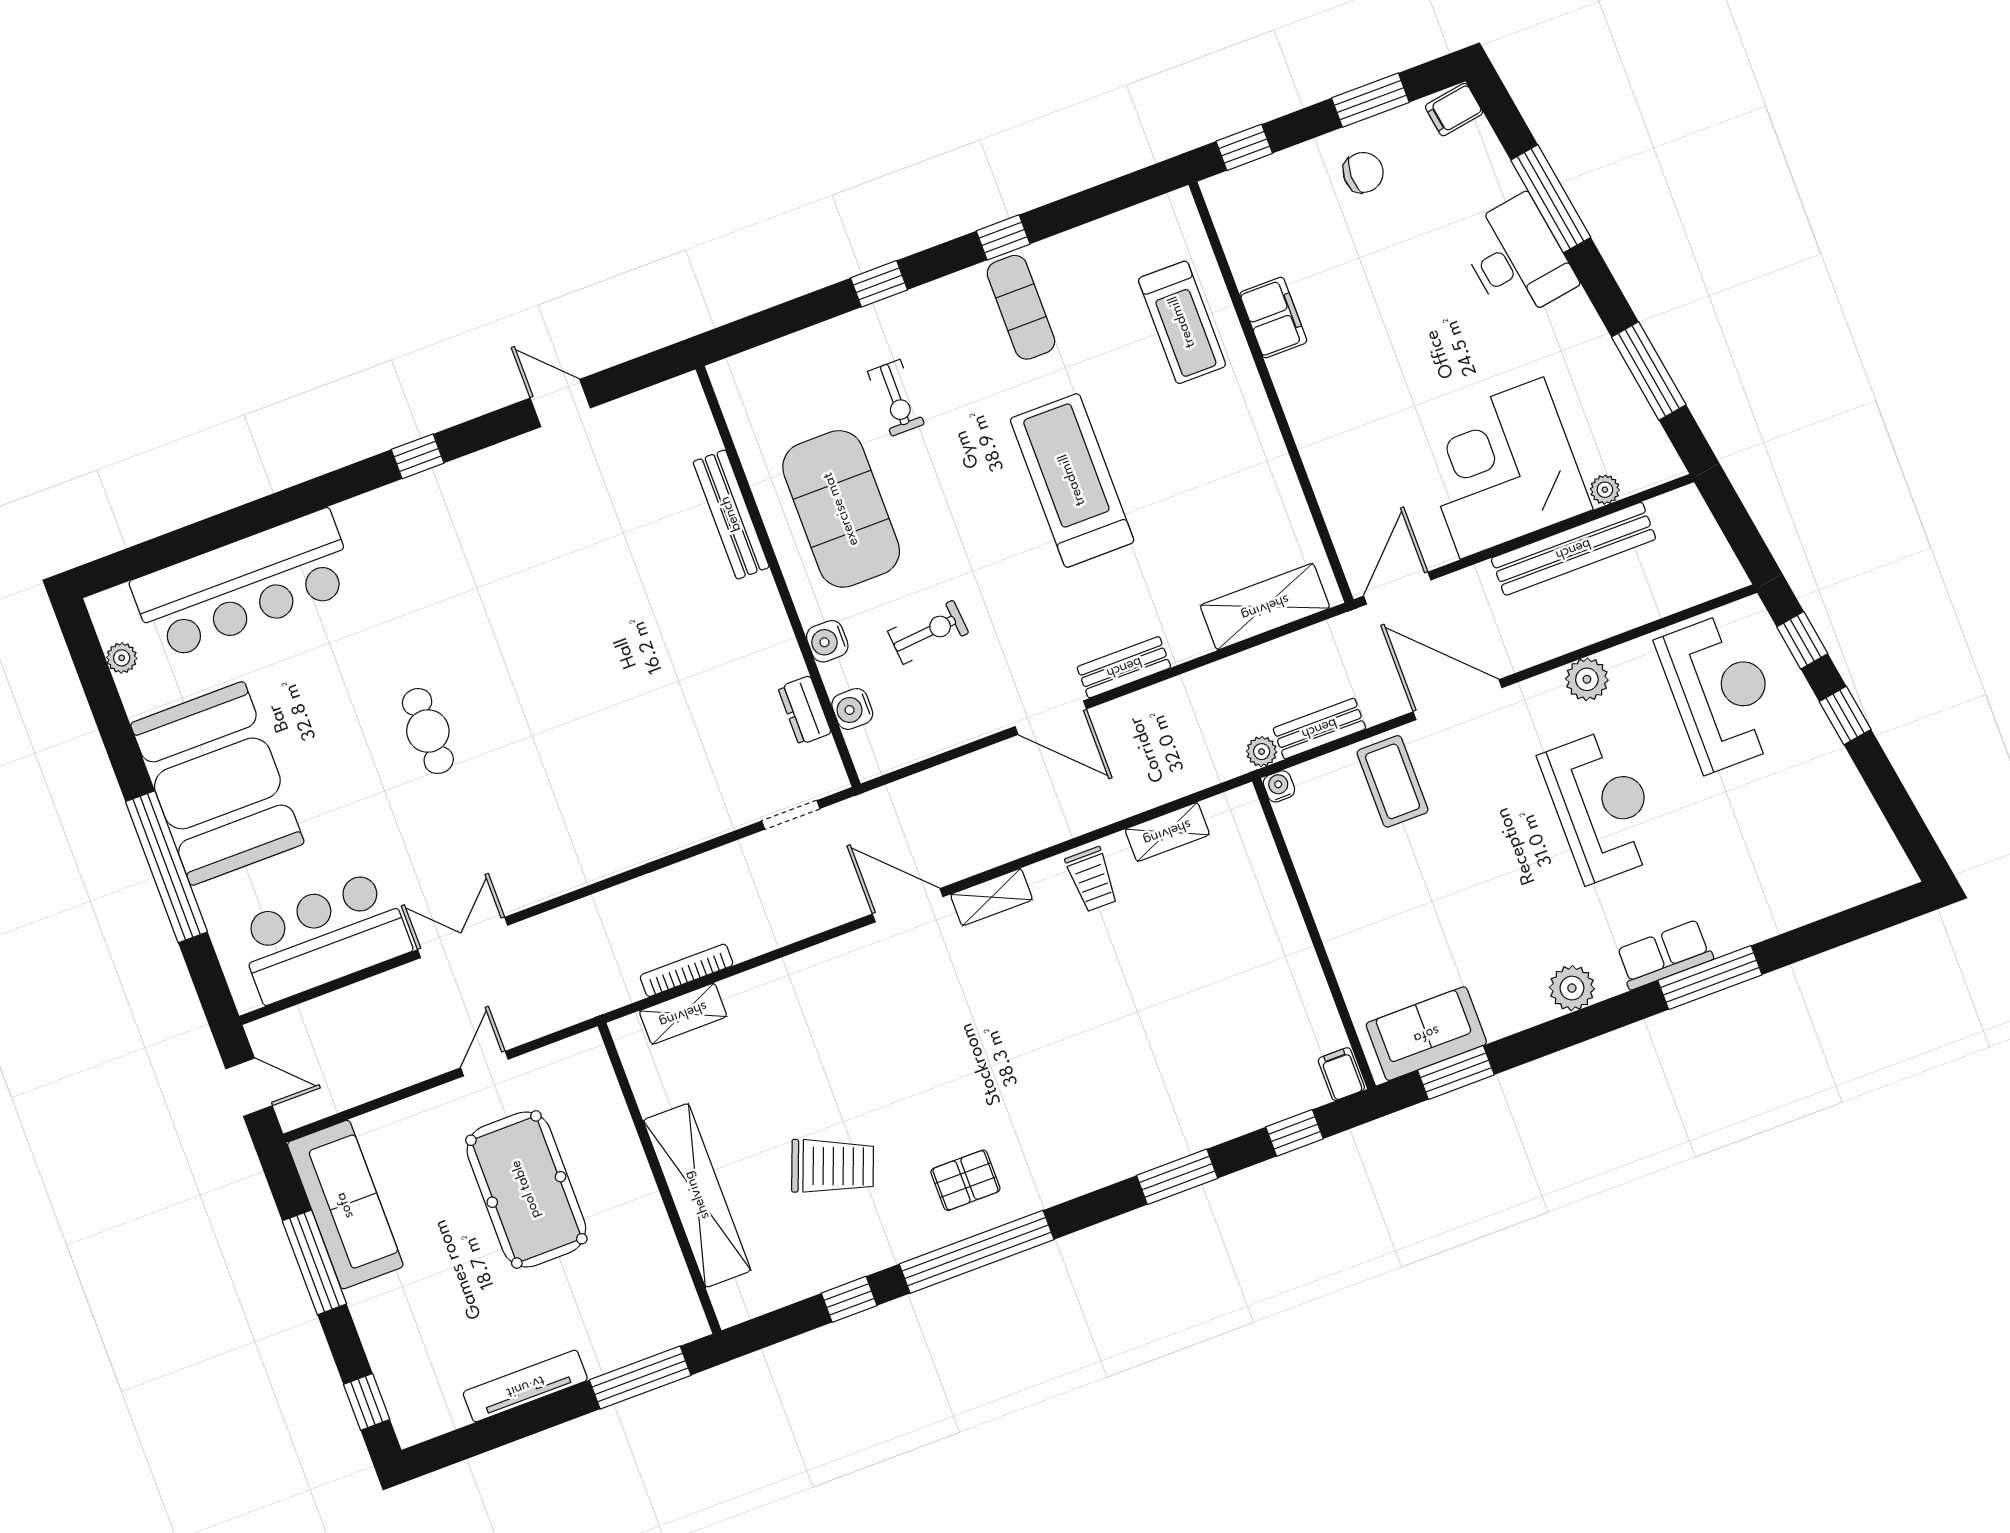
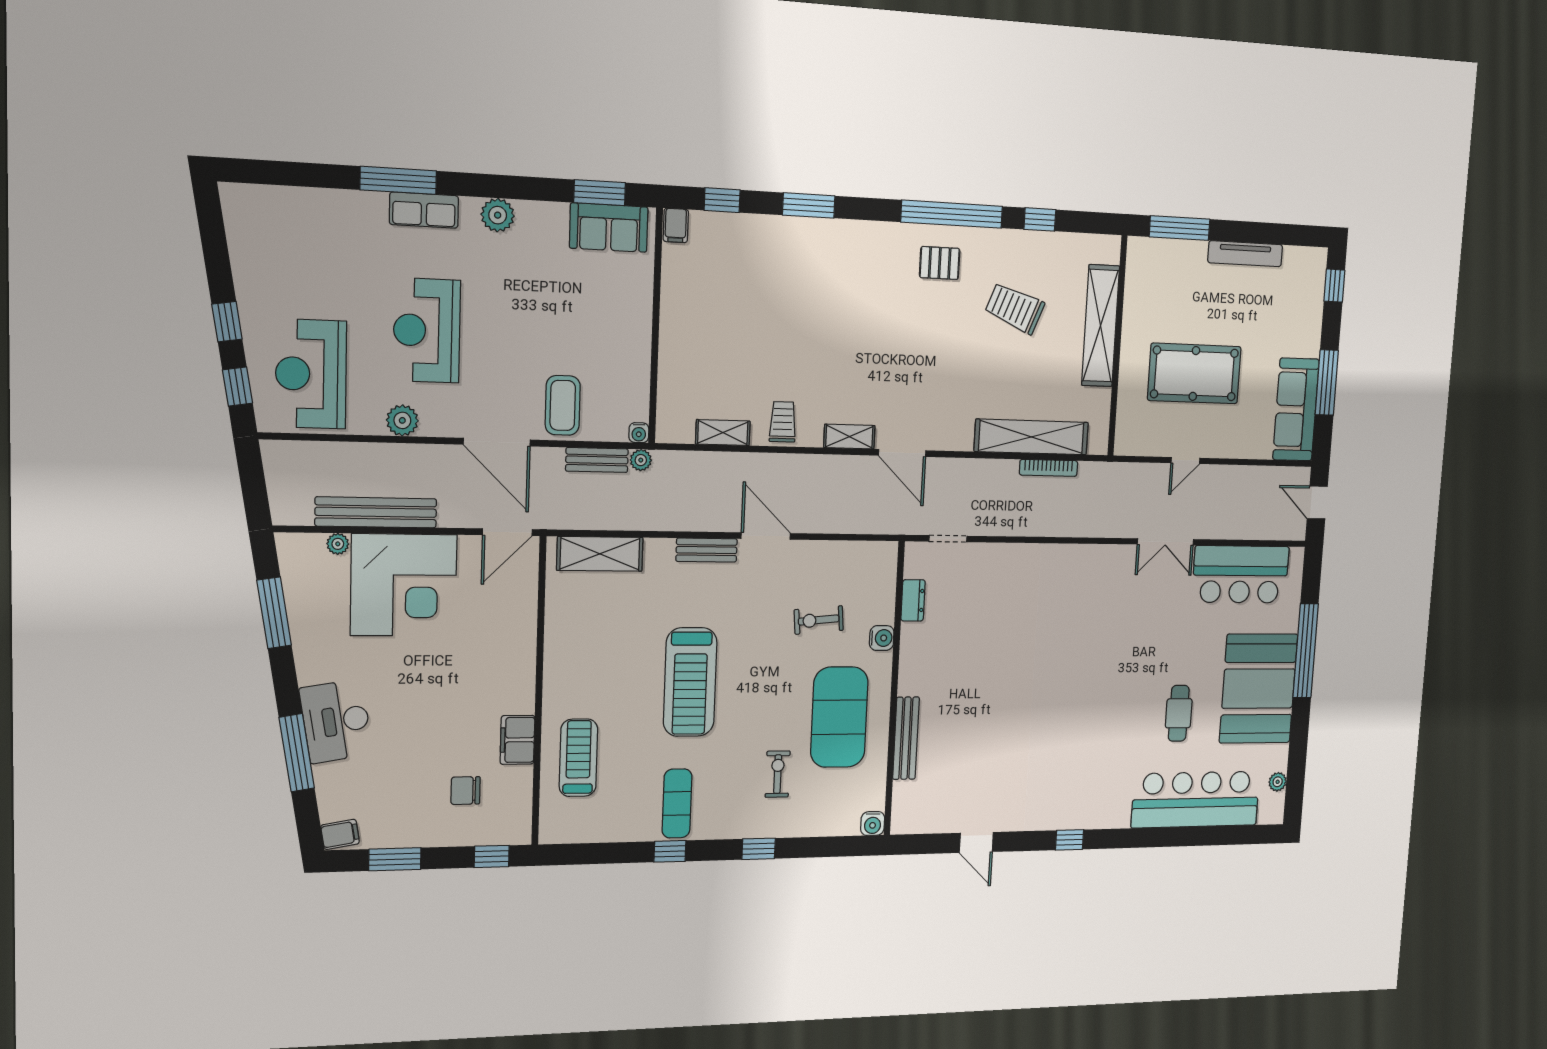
chair: (1363, 172) -> (466, 791), moved
water cooler: (852, 709) -> (873, 824), moved, turned 90
cafe table: (428, 731) -> (1179, 713), moved
shelving: (683, 1014) -> (1031, 437), width x2.20, depth x1.33
pool table: (526, 1189) -> (1194, 373), turned 90

